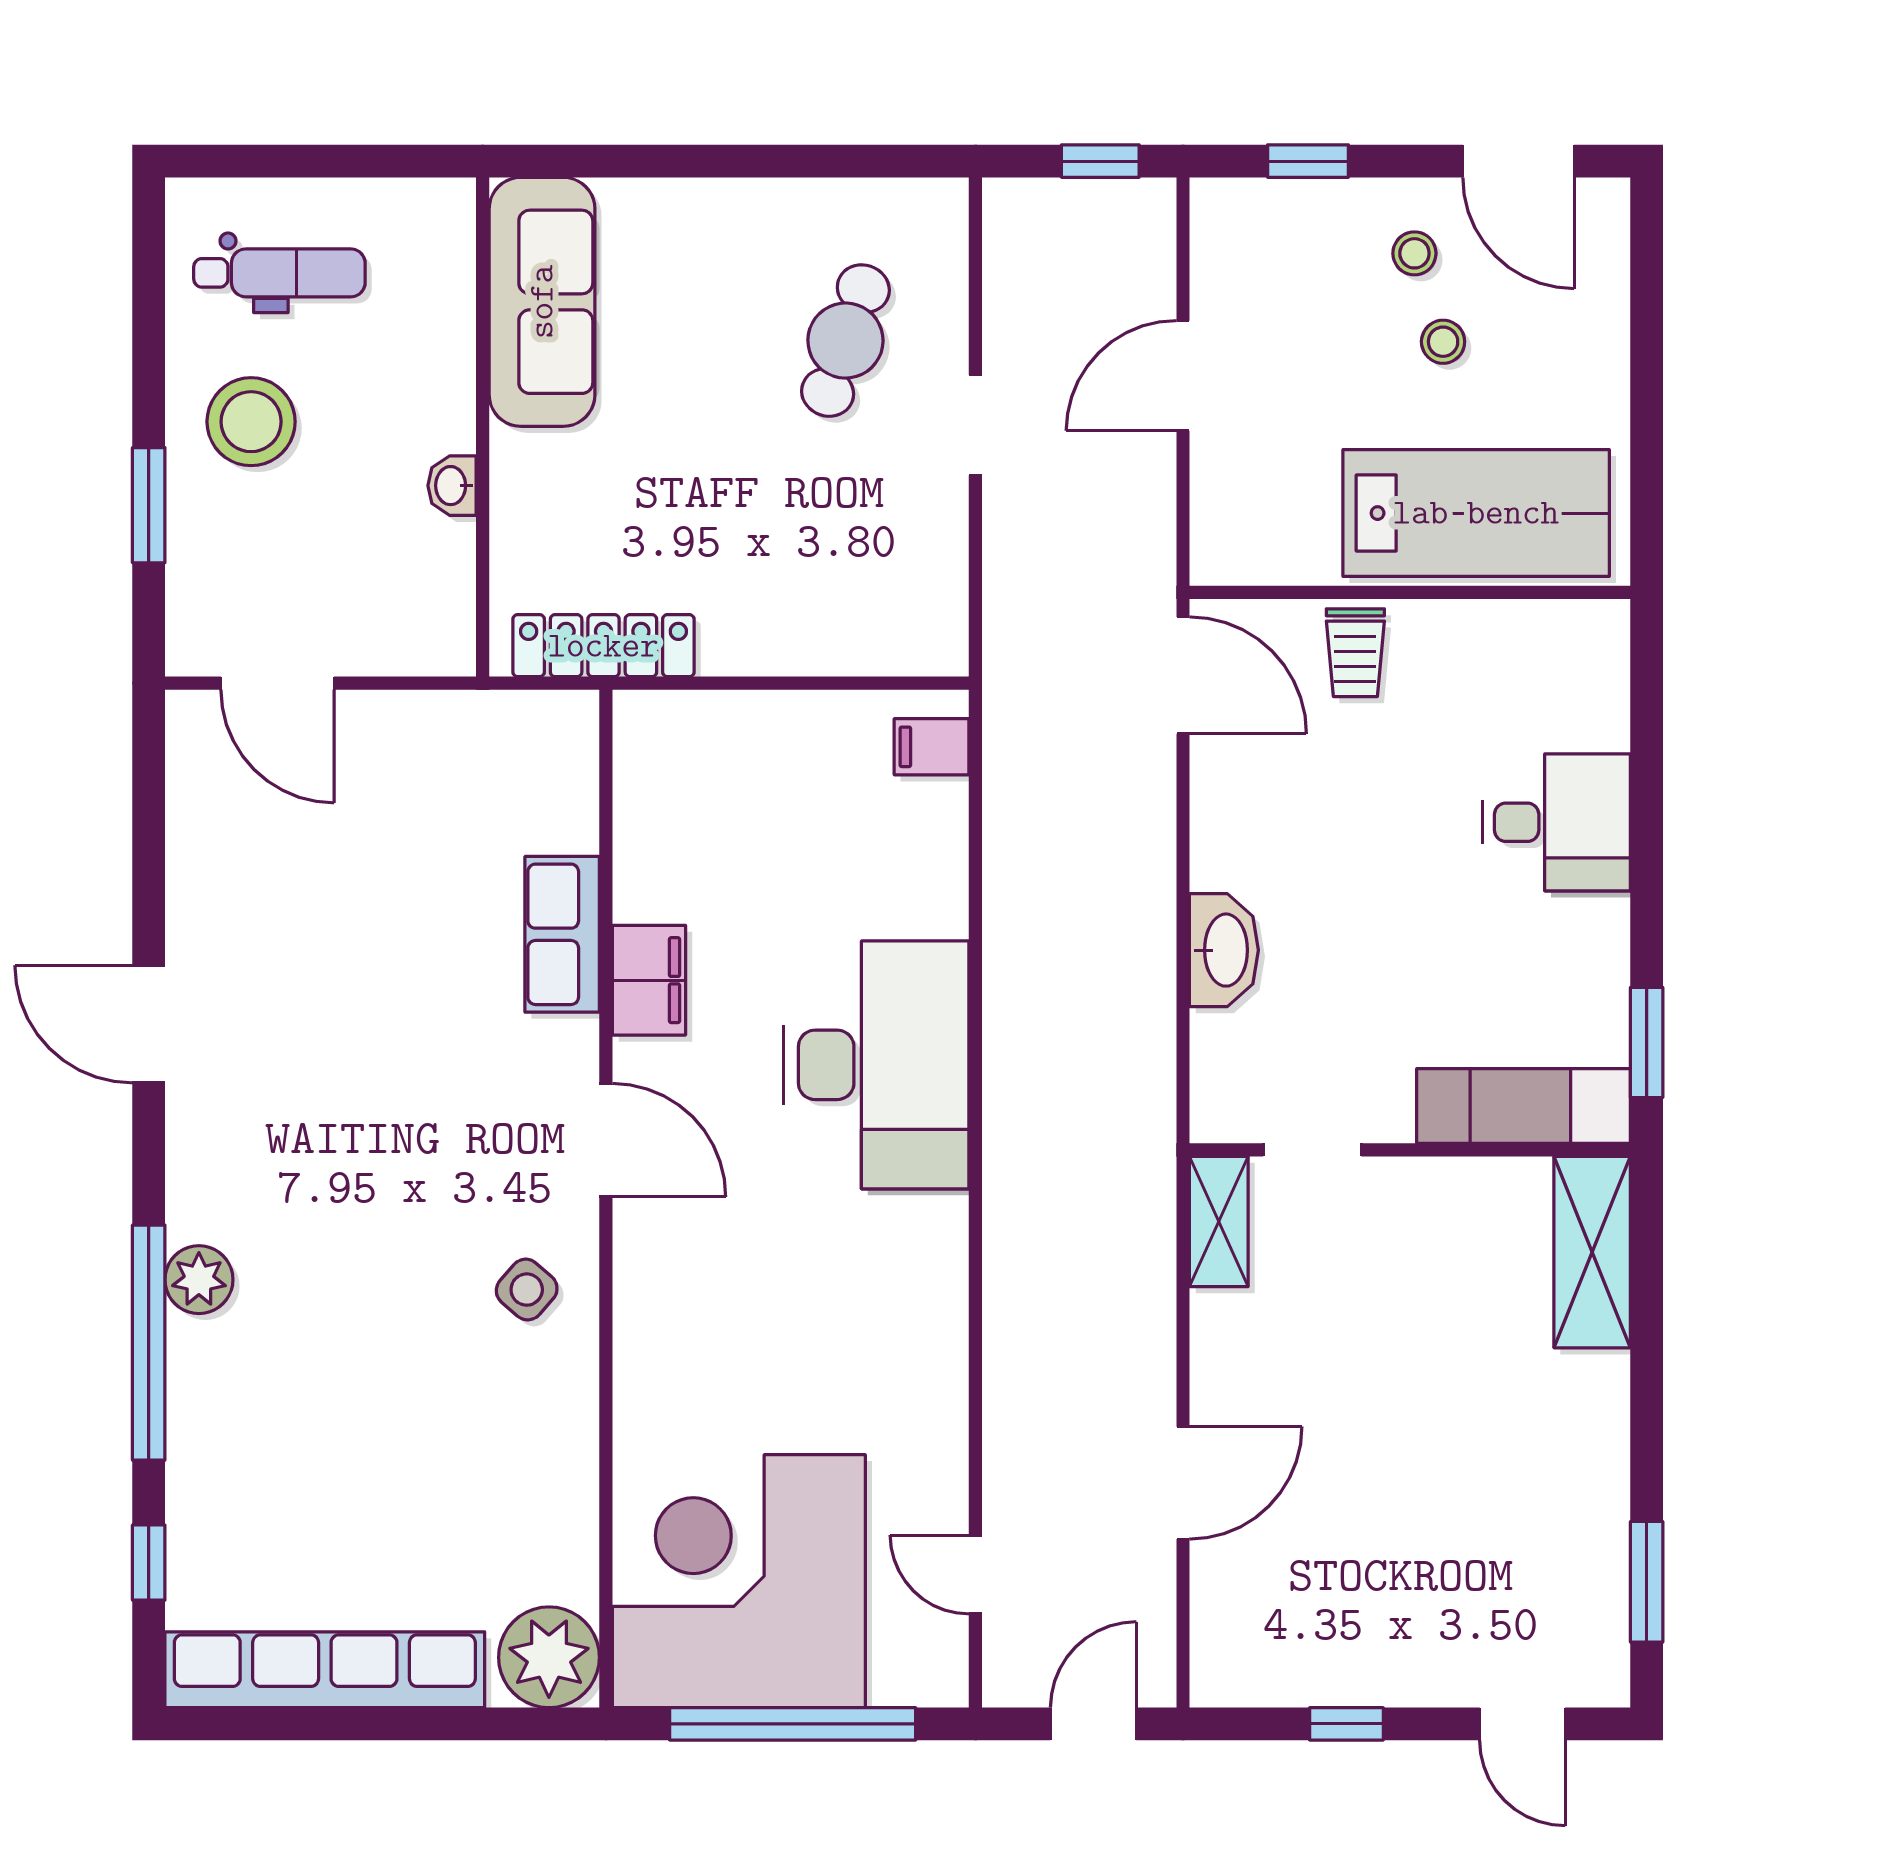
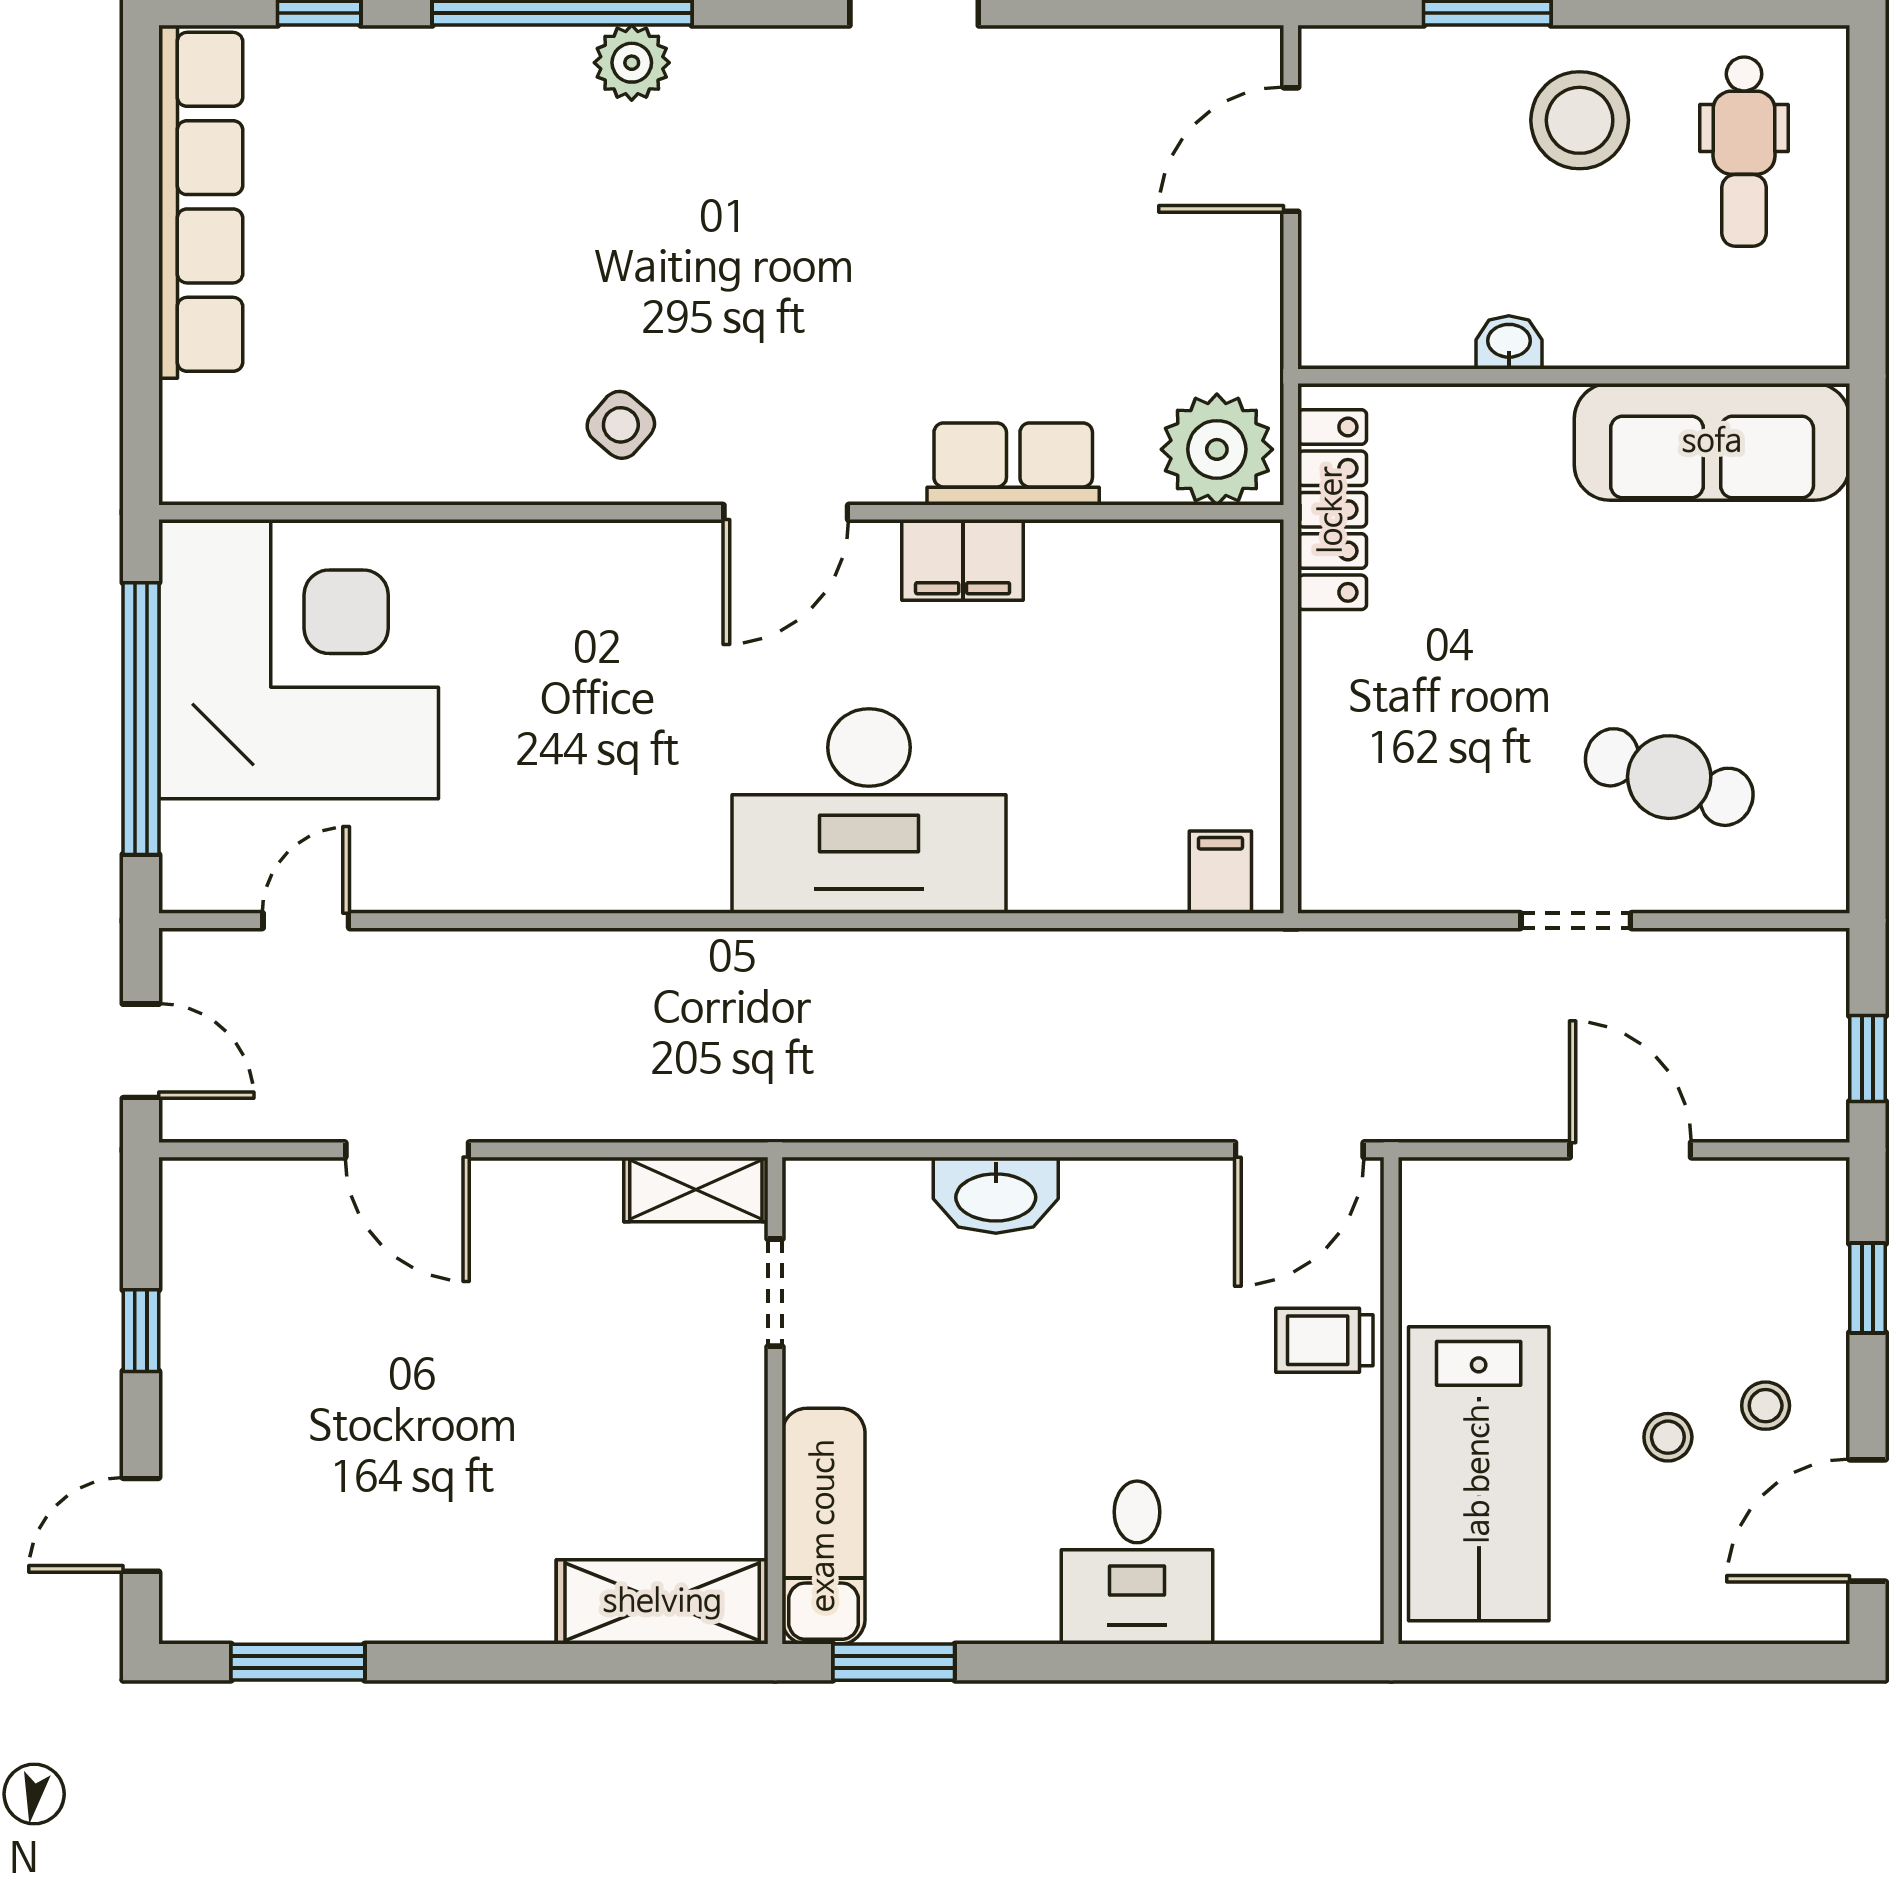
plant: (549, 1657) -> (1217, 449), moved

